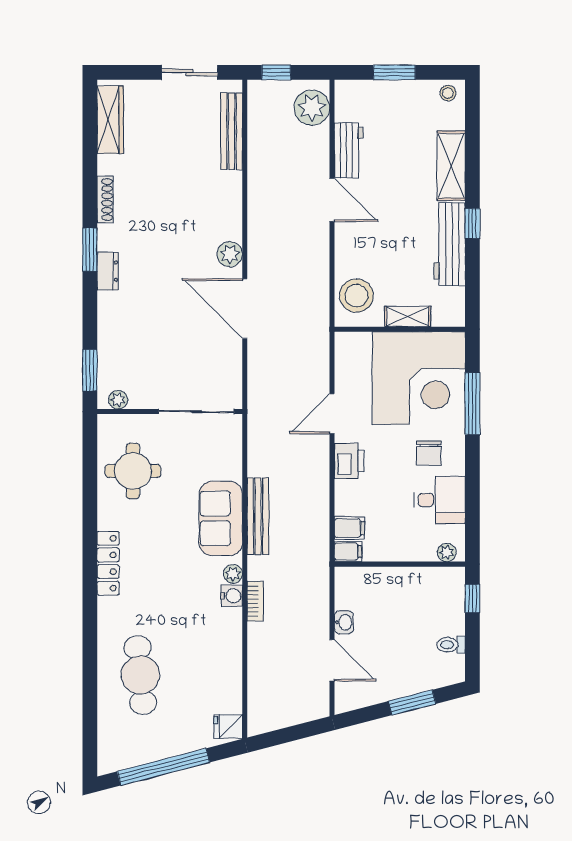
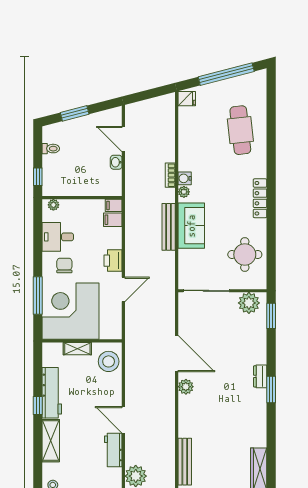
shoe rack: (105, 199) -> (262, 420), removed
plant: (118, 400) -> (249, 303), width x1.88, depth x1.88

